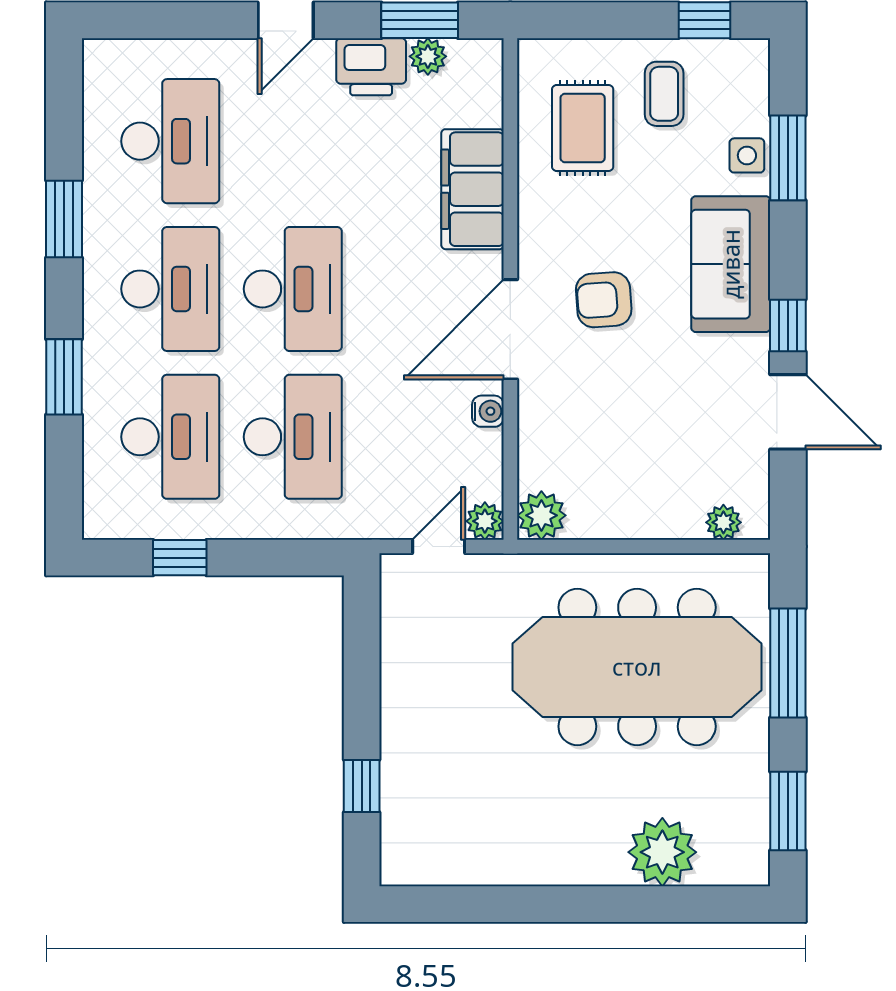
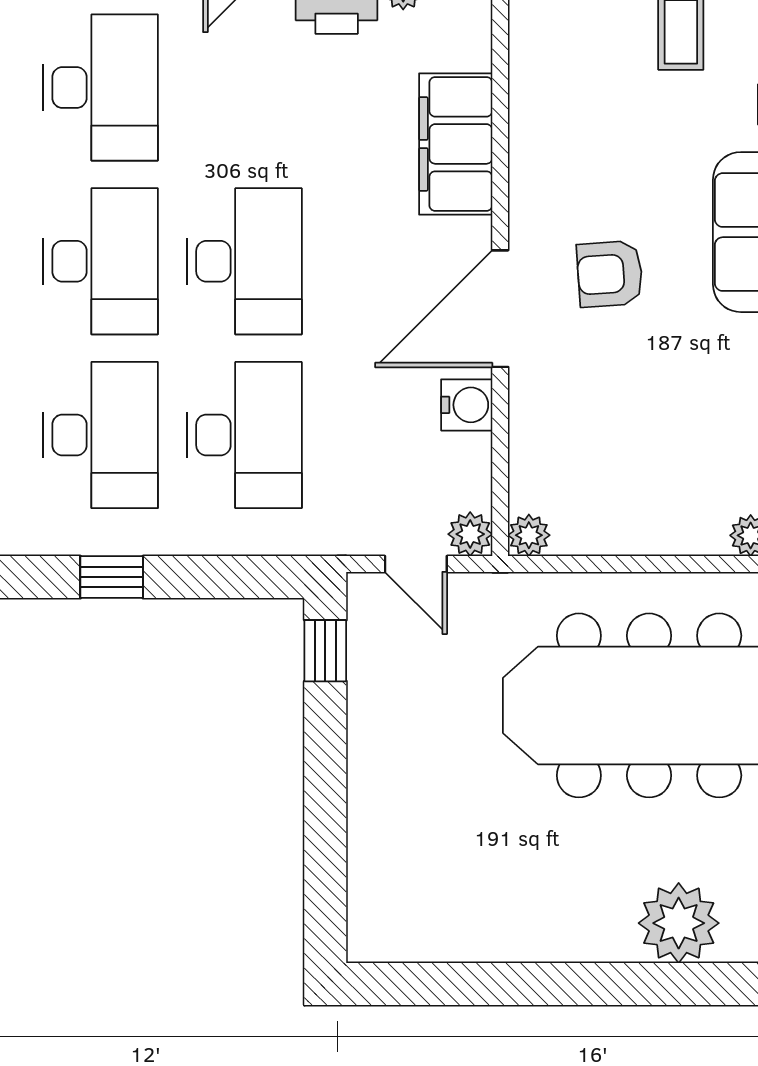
rug: (583, 128) -> (585, 72), removed
water cooler: (488, 411) -> (467, 405), width x1.38, depth x1.38
plant: (541, 515) -> (529, 535), width x0.73, depth x0.73
door: (439, 547) -> (416, 564), swing flipped
window: (362, 786) -> (325, 651), moved

